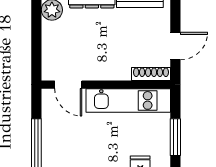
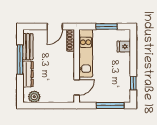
door: (175, 46) -> (55, 26), swing flipped

